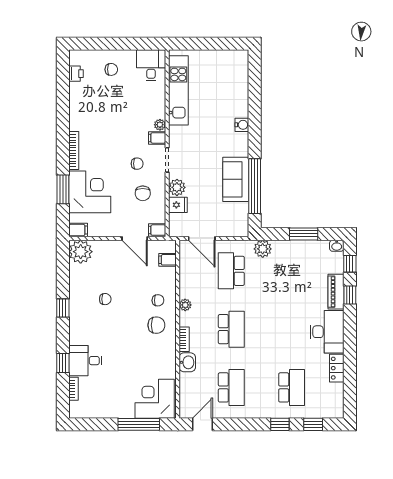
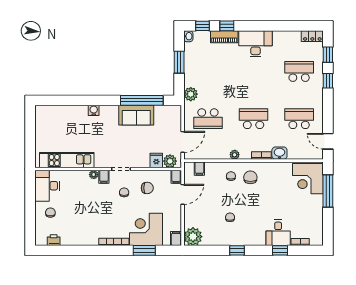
desk: (151, 65) -> (47, 186), width x1.37
plant: (177, 187) -> (170, 161), moved
locker: (337, 368) -> (312, 36), moved

